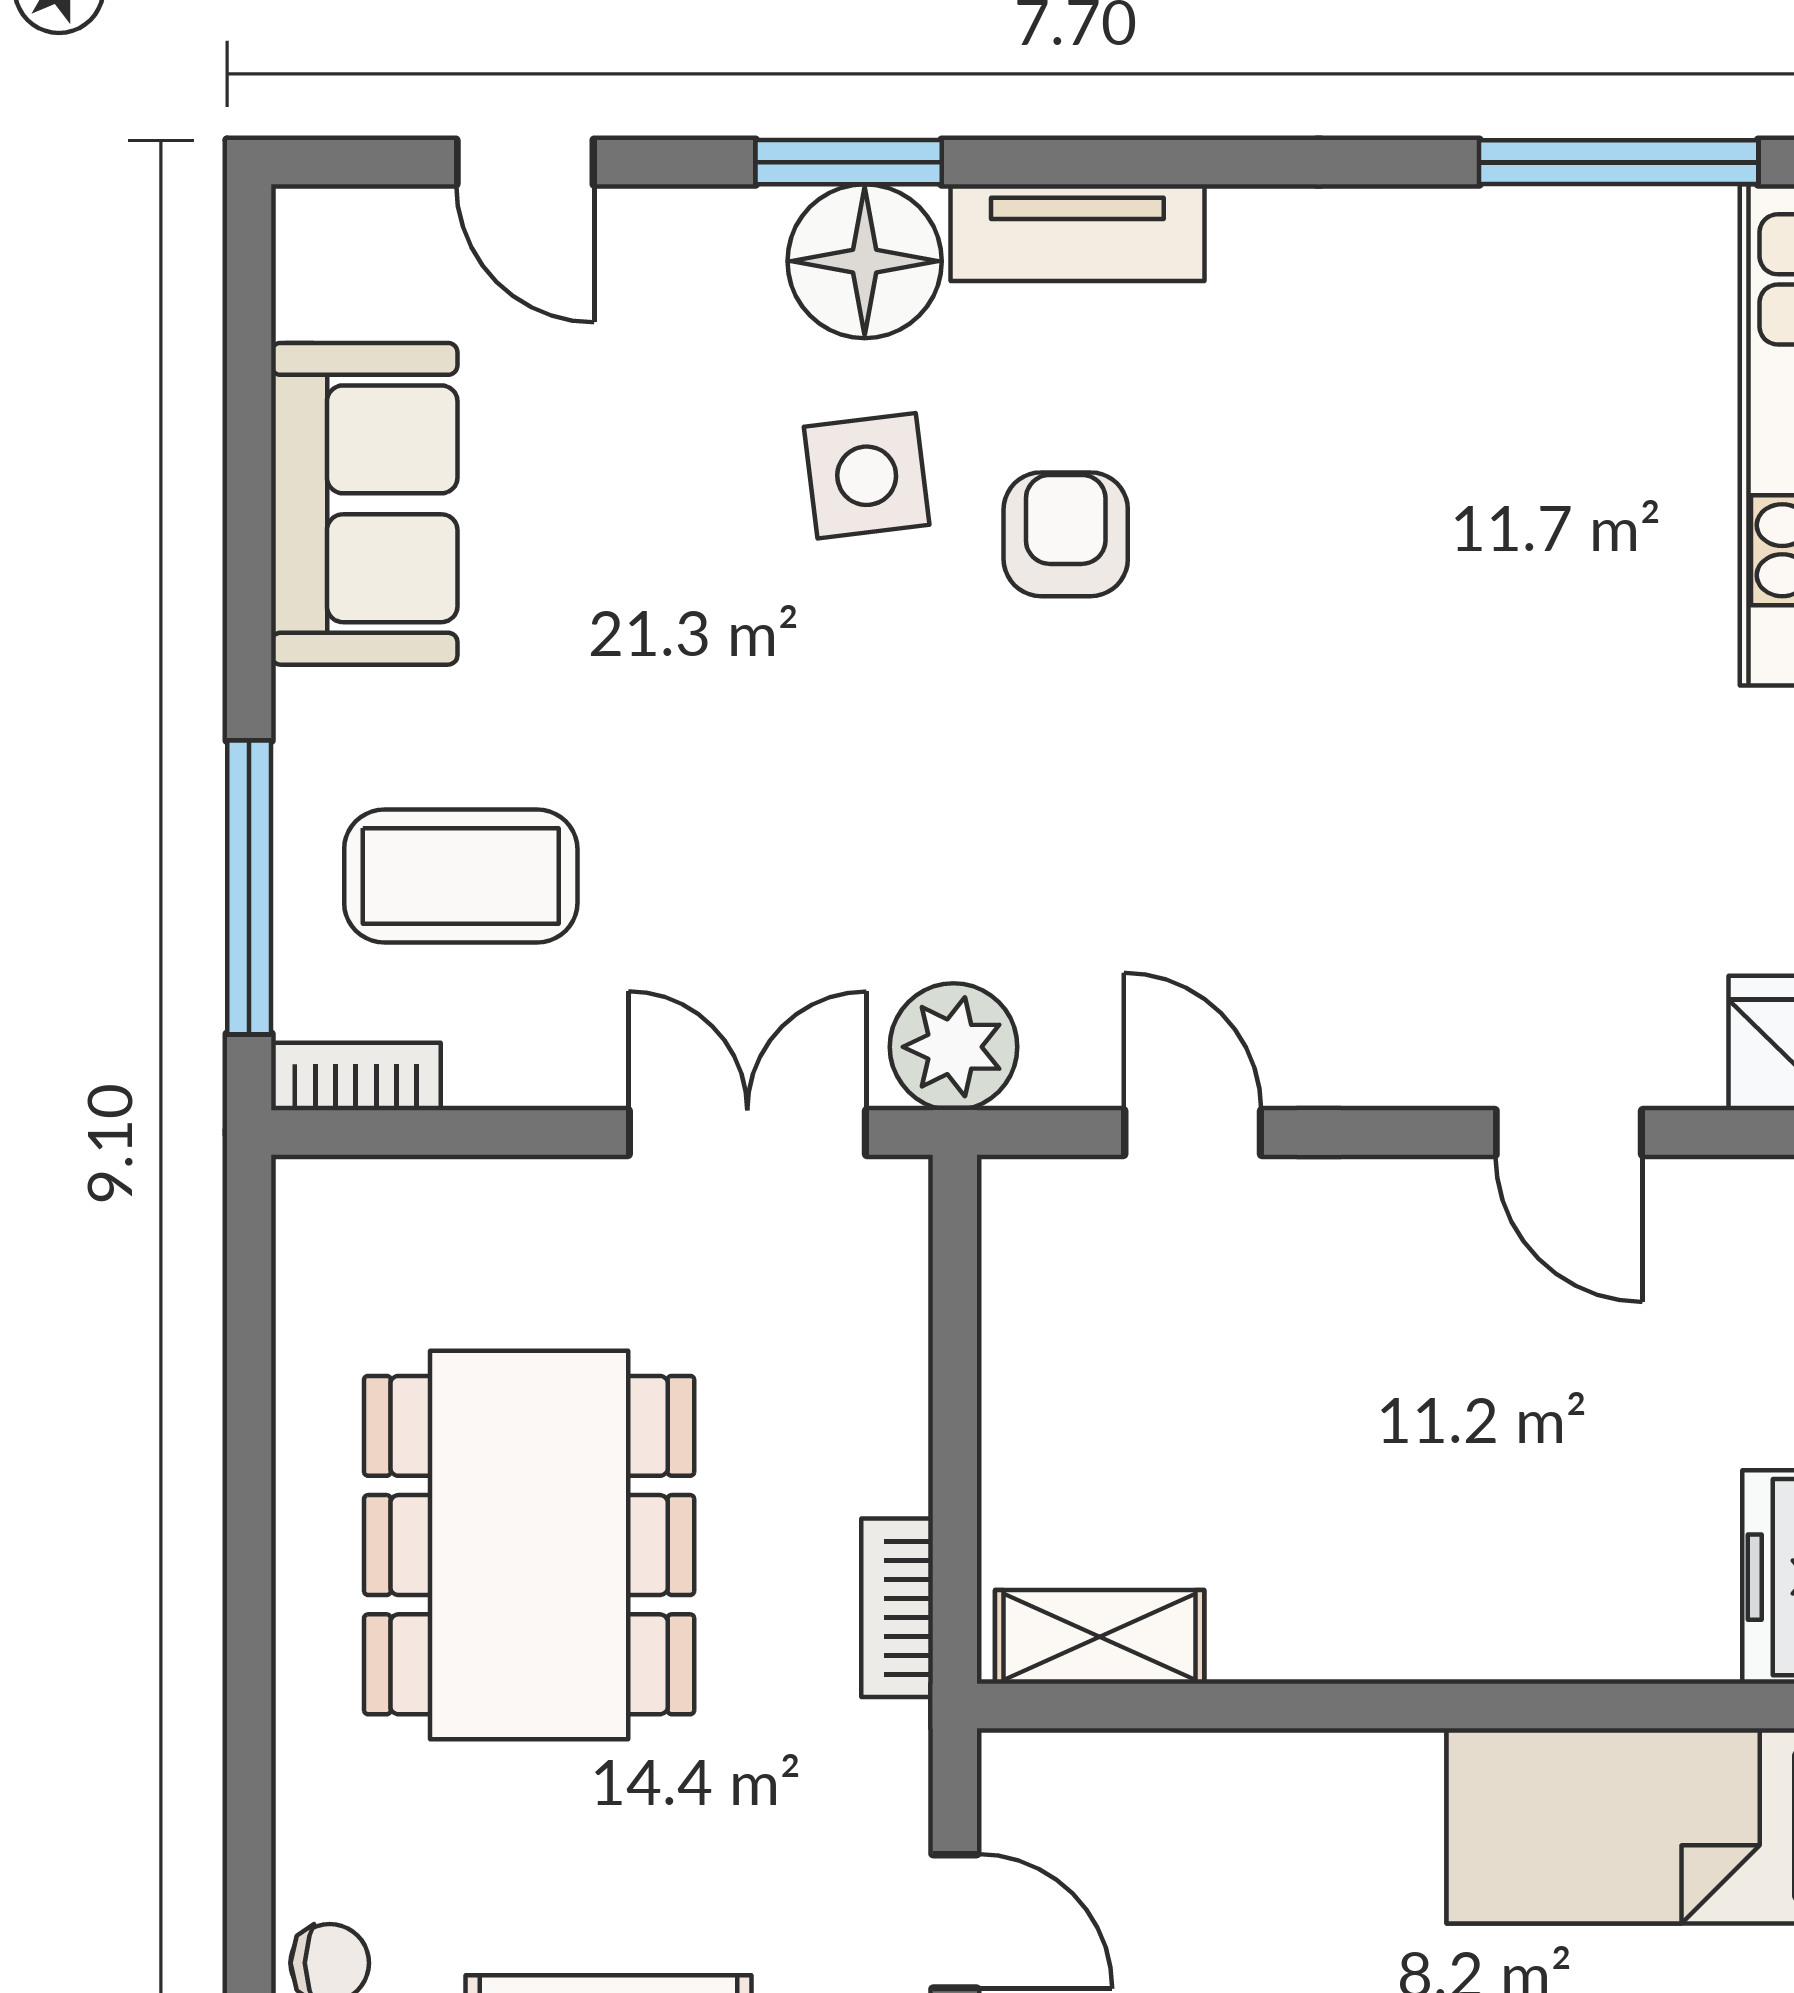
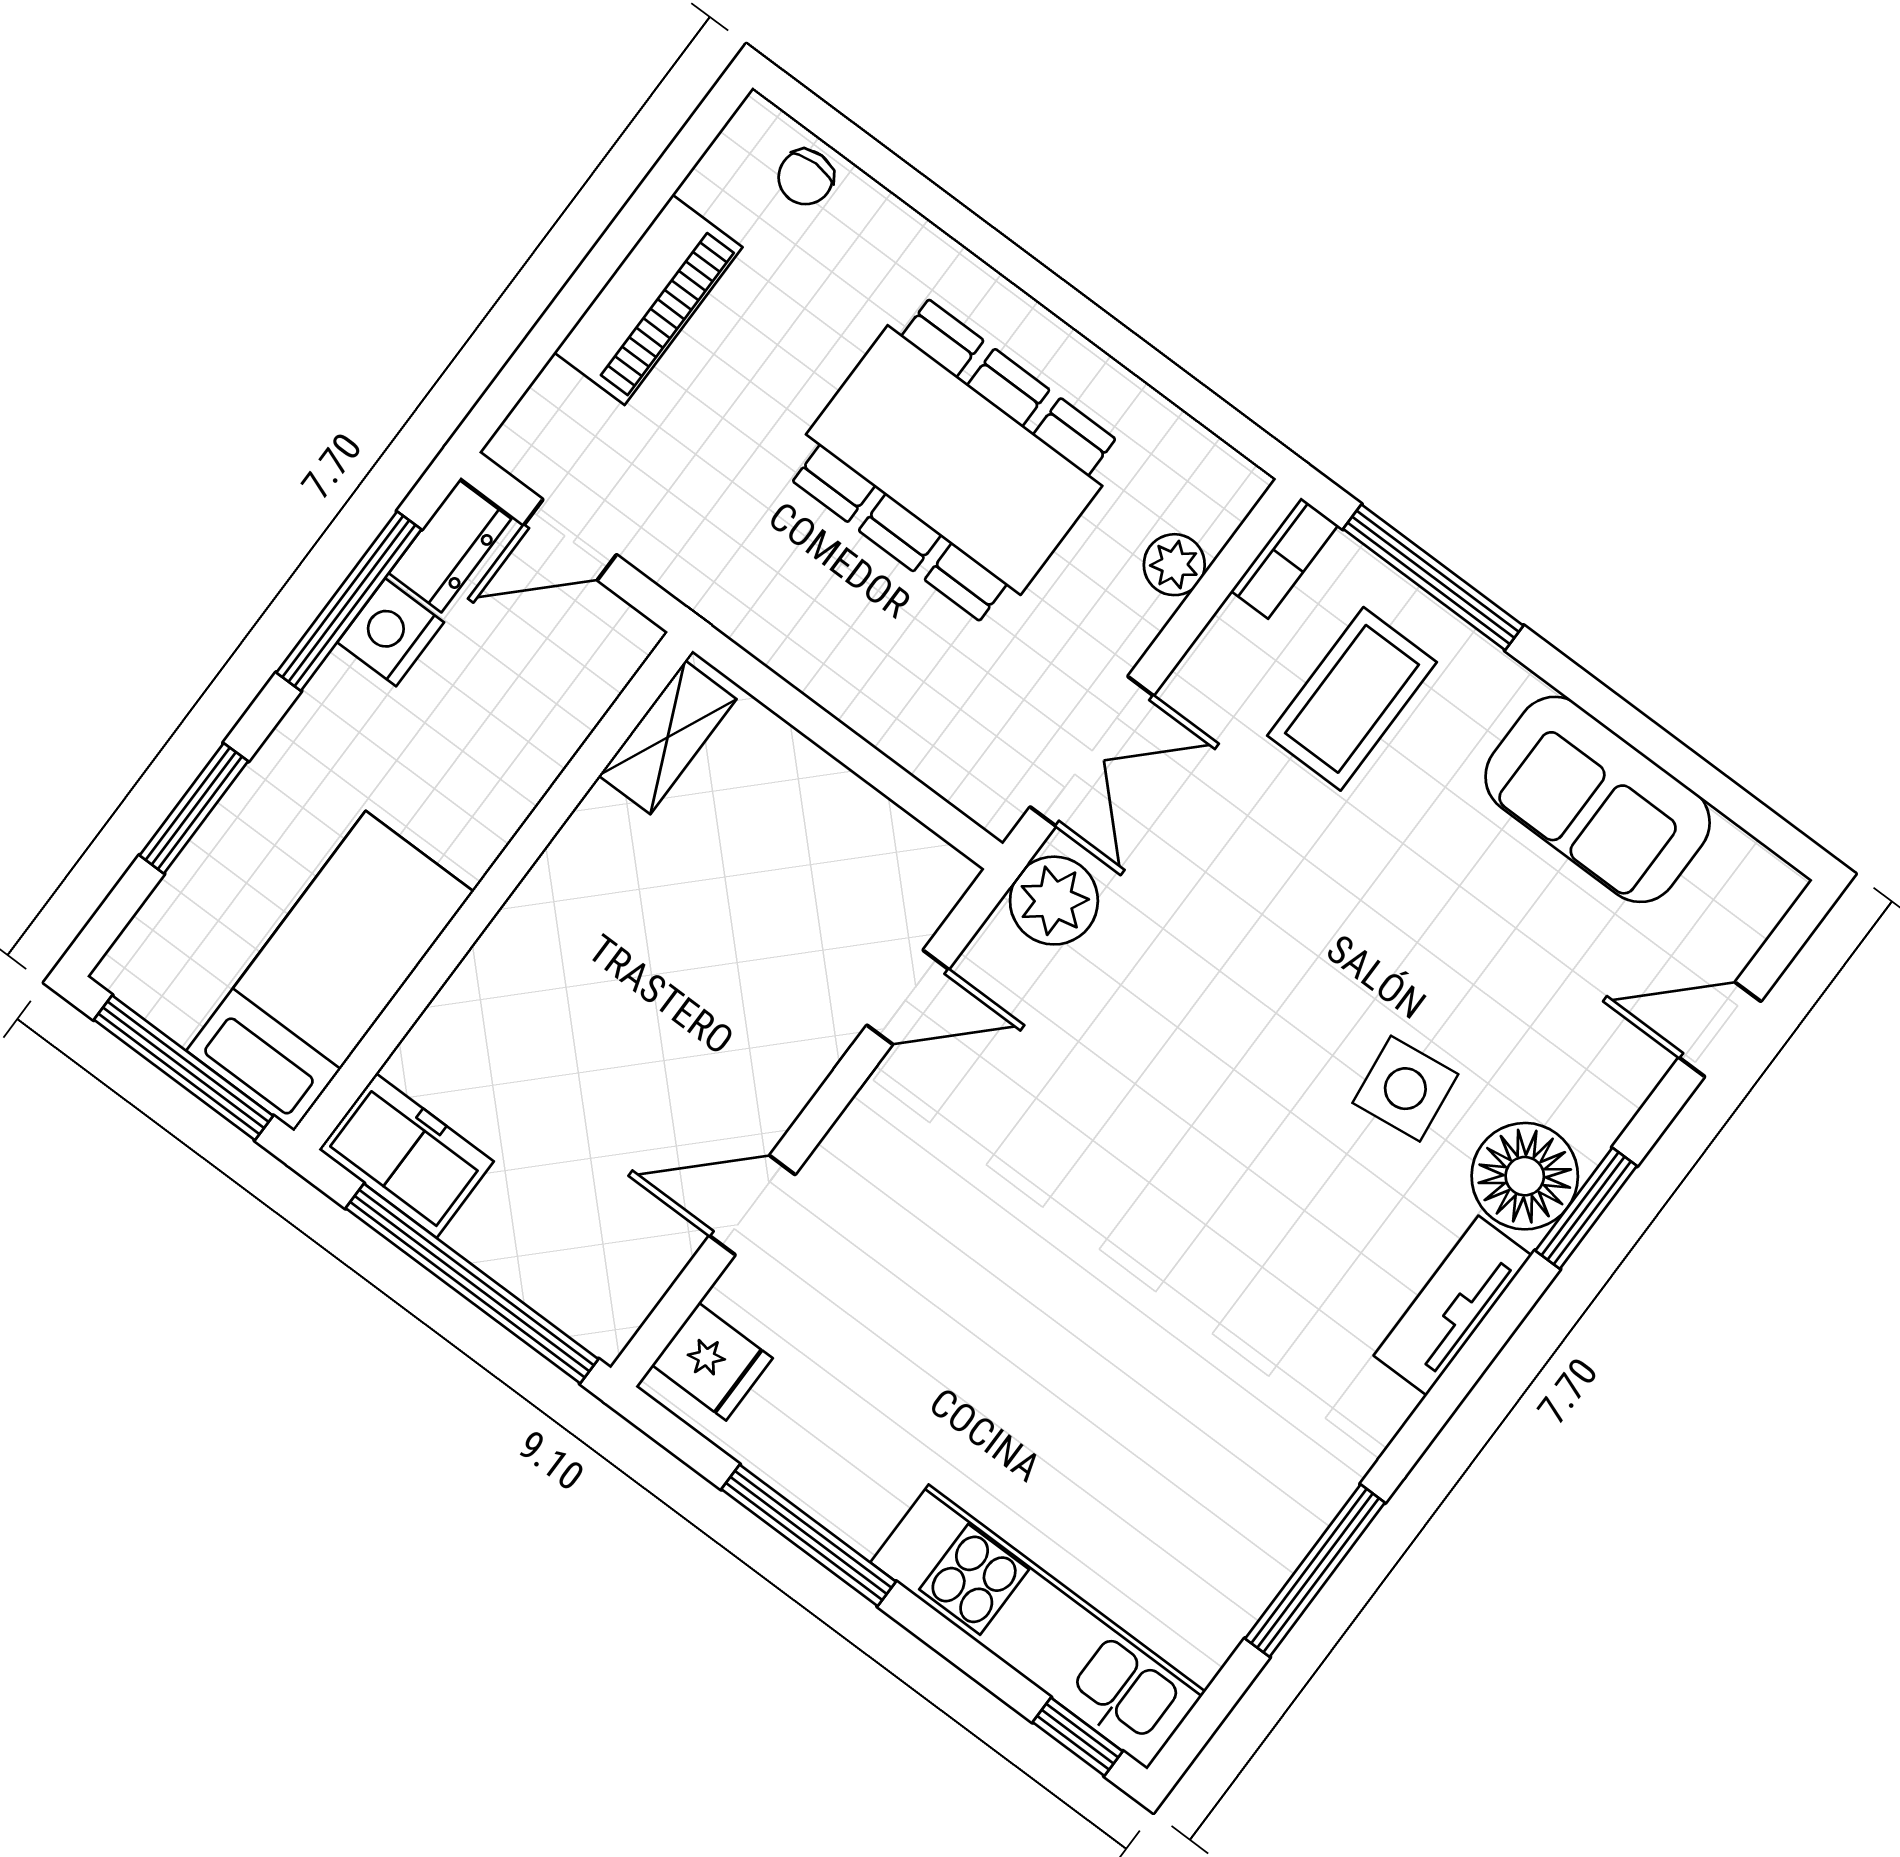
window: (1619, 162) -> (1315, 1571), moved
armchair: (1066, 534) -> (1291, 1174), removed
plant: (459, 1199) -> (1174, 565), added
bookcase: (897, 1608) -> (767, 637), removed

